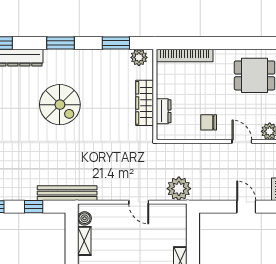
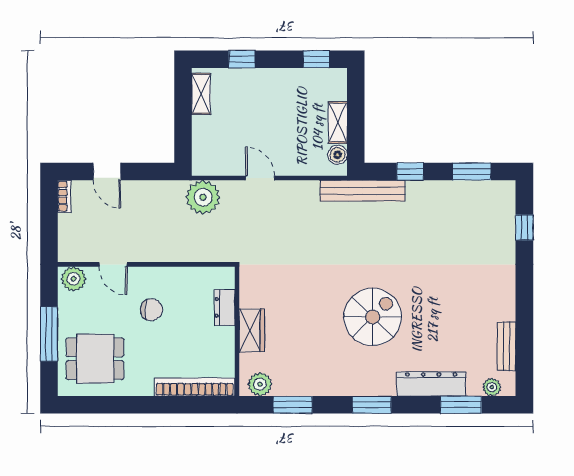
wardrobe: (145, 103) -> (252, 330), width x0.67
spiral stairs: (60, 105) -> (373, 317), turned 90
chair: (209, 122) -> (152, 310), moved

